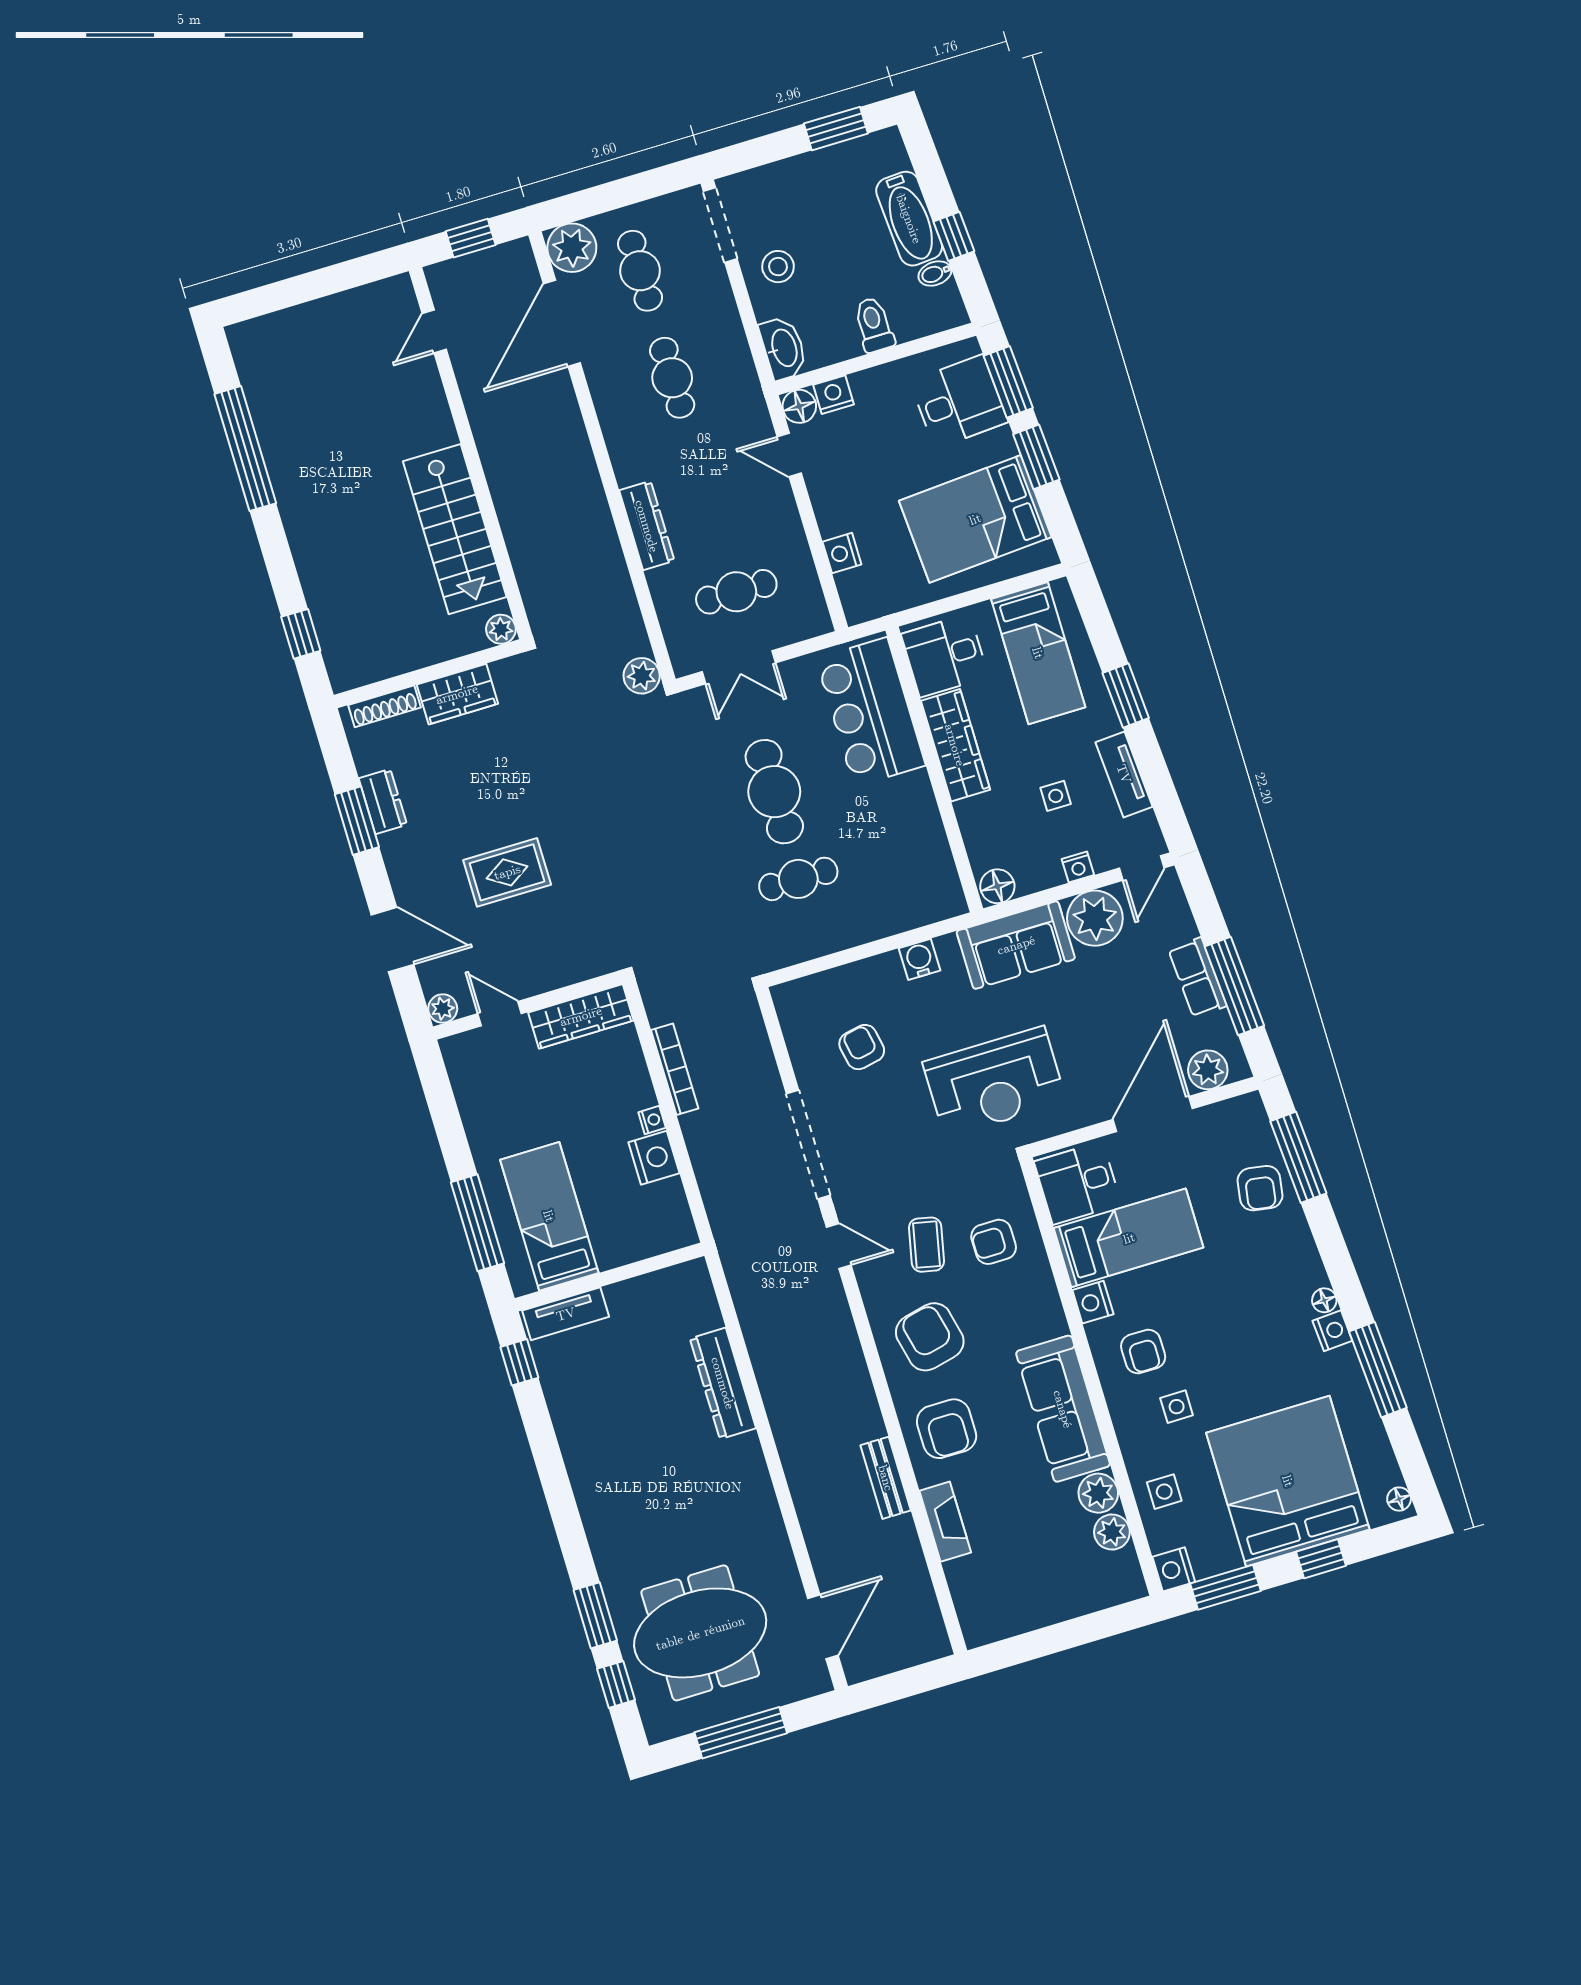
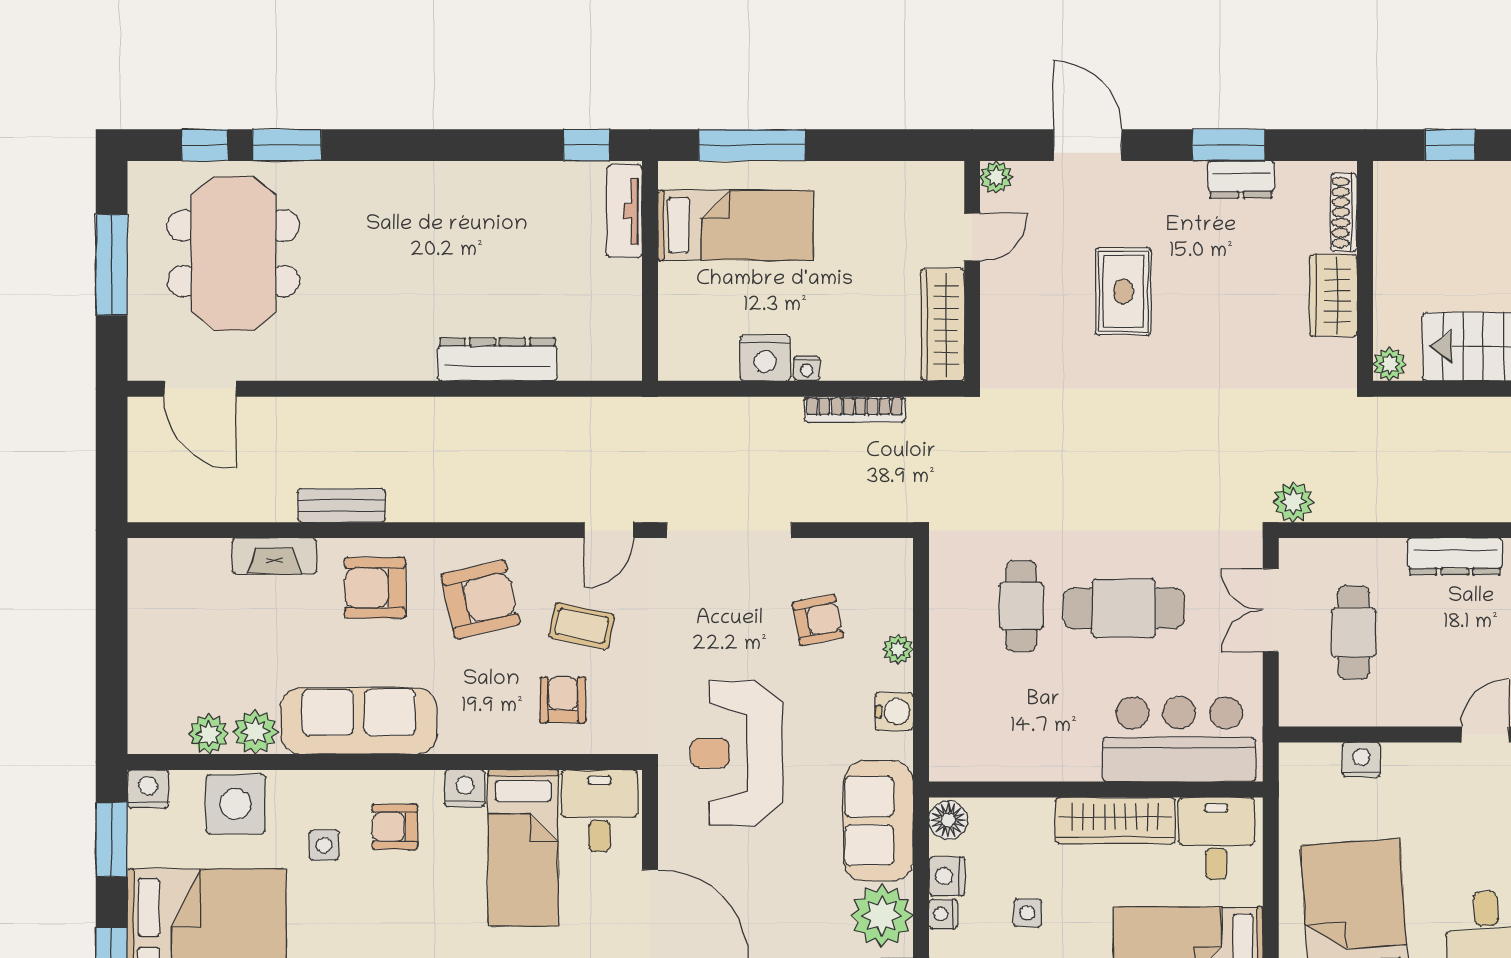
nightstand: (1045, 873) -> (947, 876), added
door: (393, 940) -> (1088, 145), swing flipped
plant: (866, 972) -> (898, 649), added
side table: (1164, 1492) -> (236, 804), width x1.87, depth x1.87

